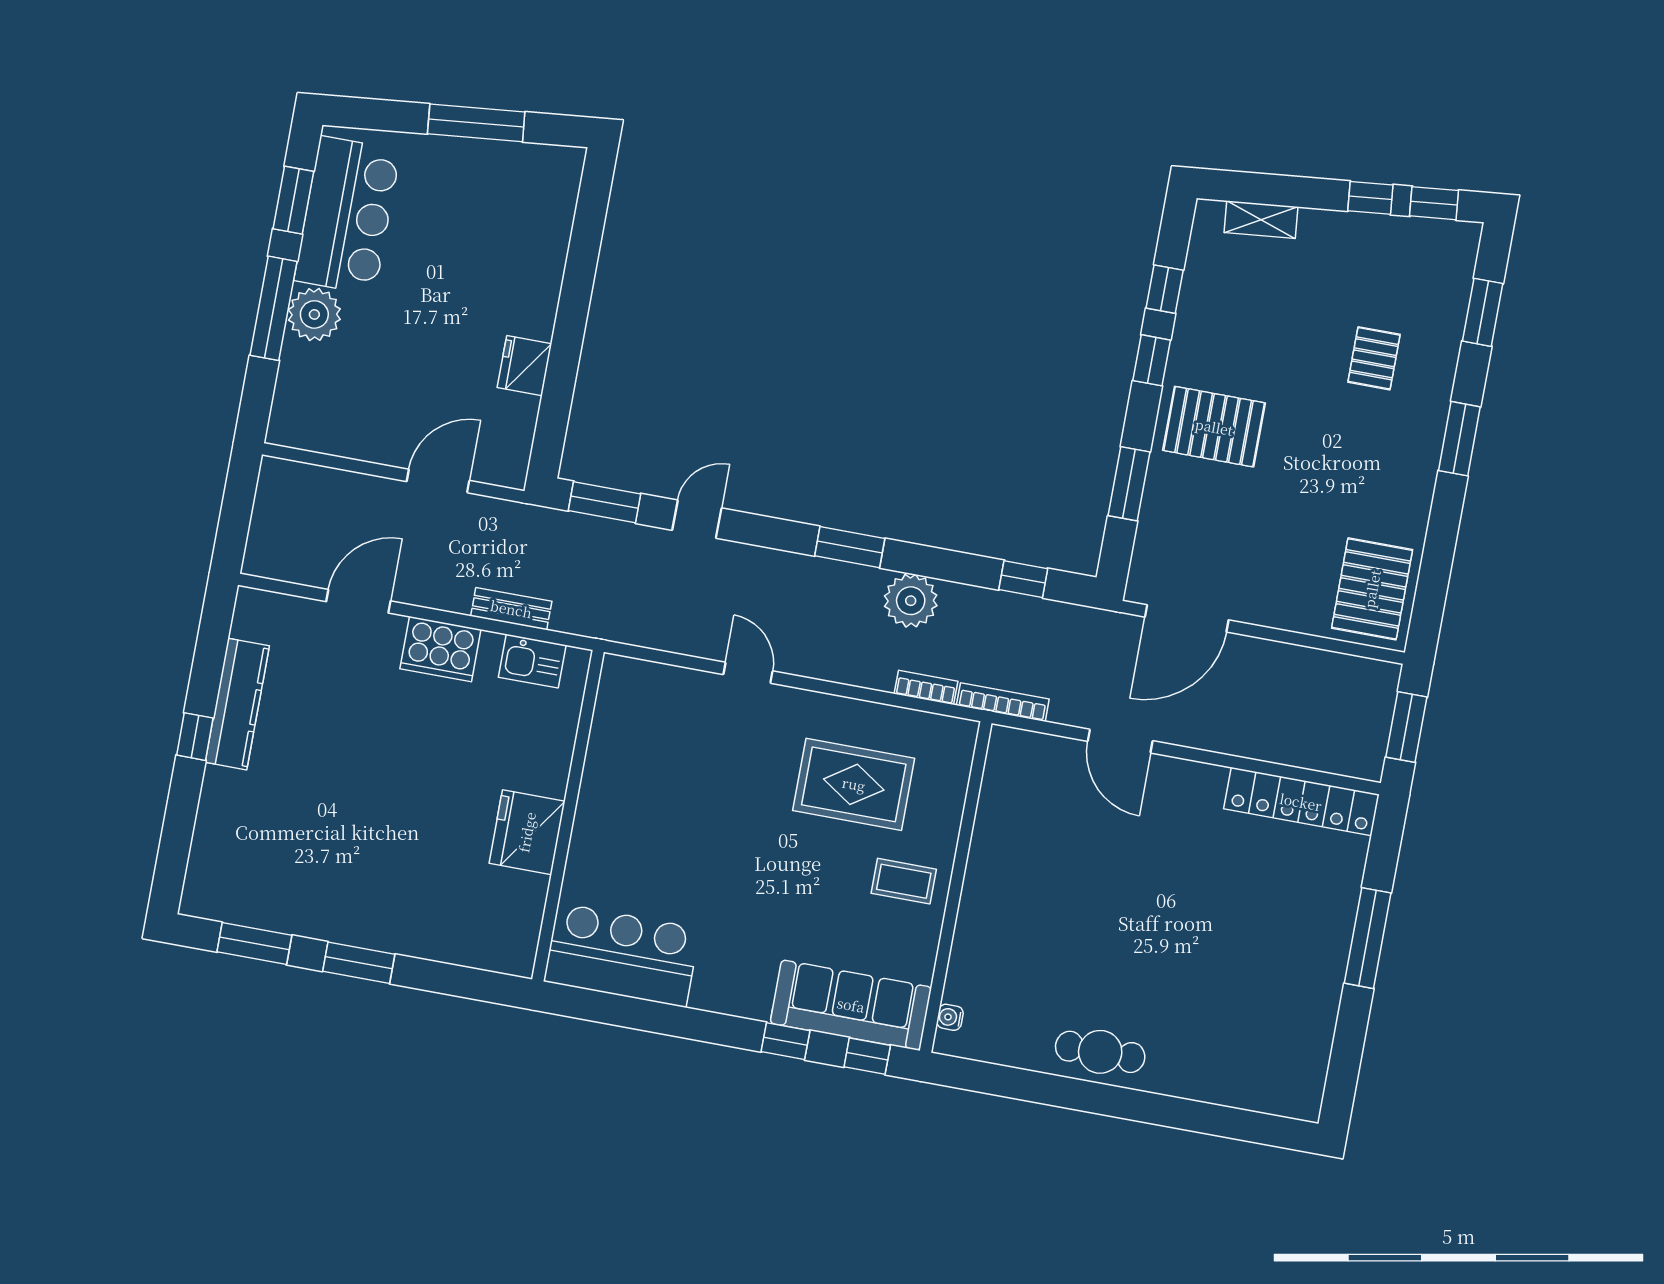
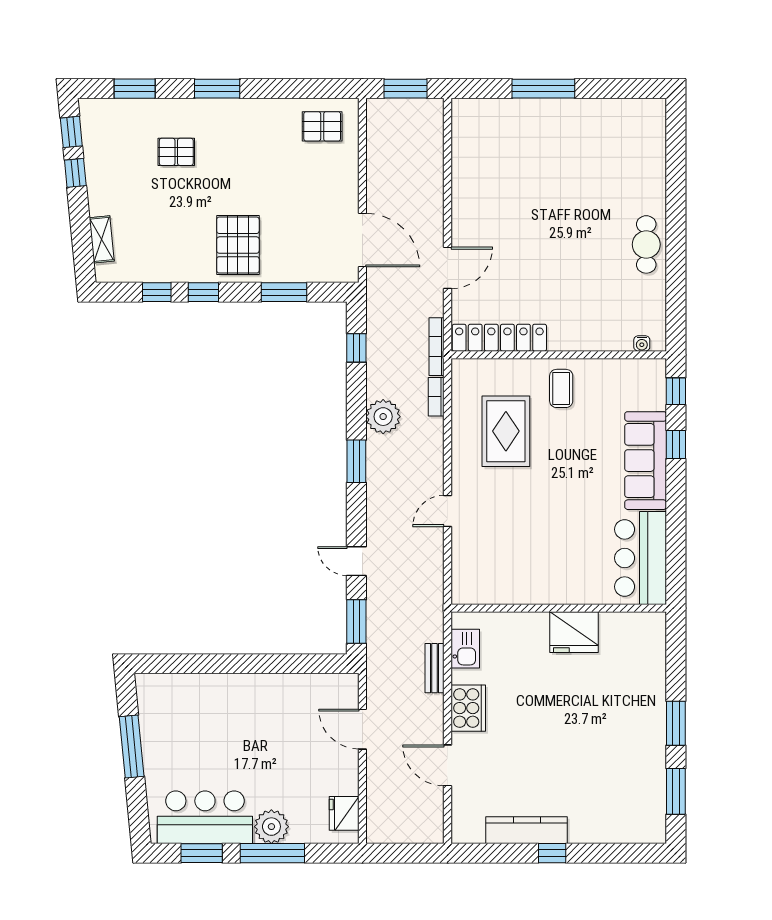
fridge: (524, 366) -> (344, 813), moved, turned 90
pallet: (1372, 589) -> (322, 126), width x0.67, depth x0.71
locker: (1301, 802) -> (499, 338), moved, turned -90
sofa: (851, 1005) -> (646, 461), moved

